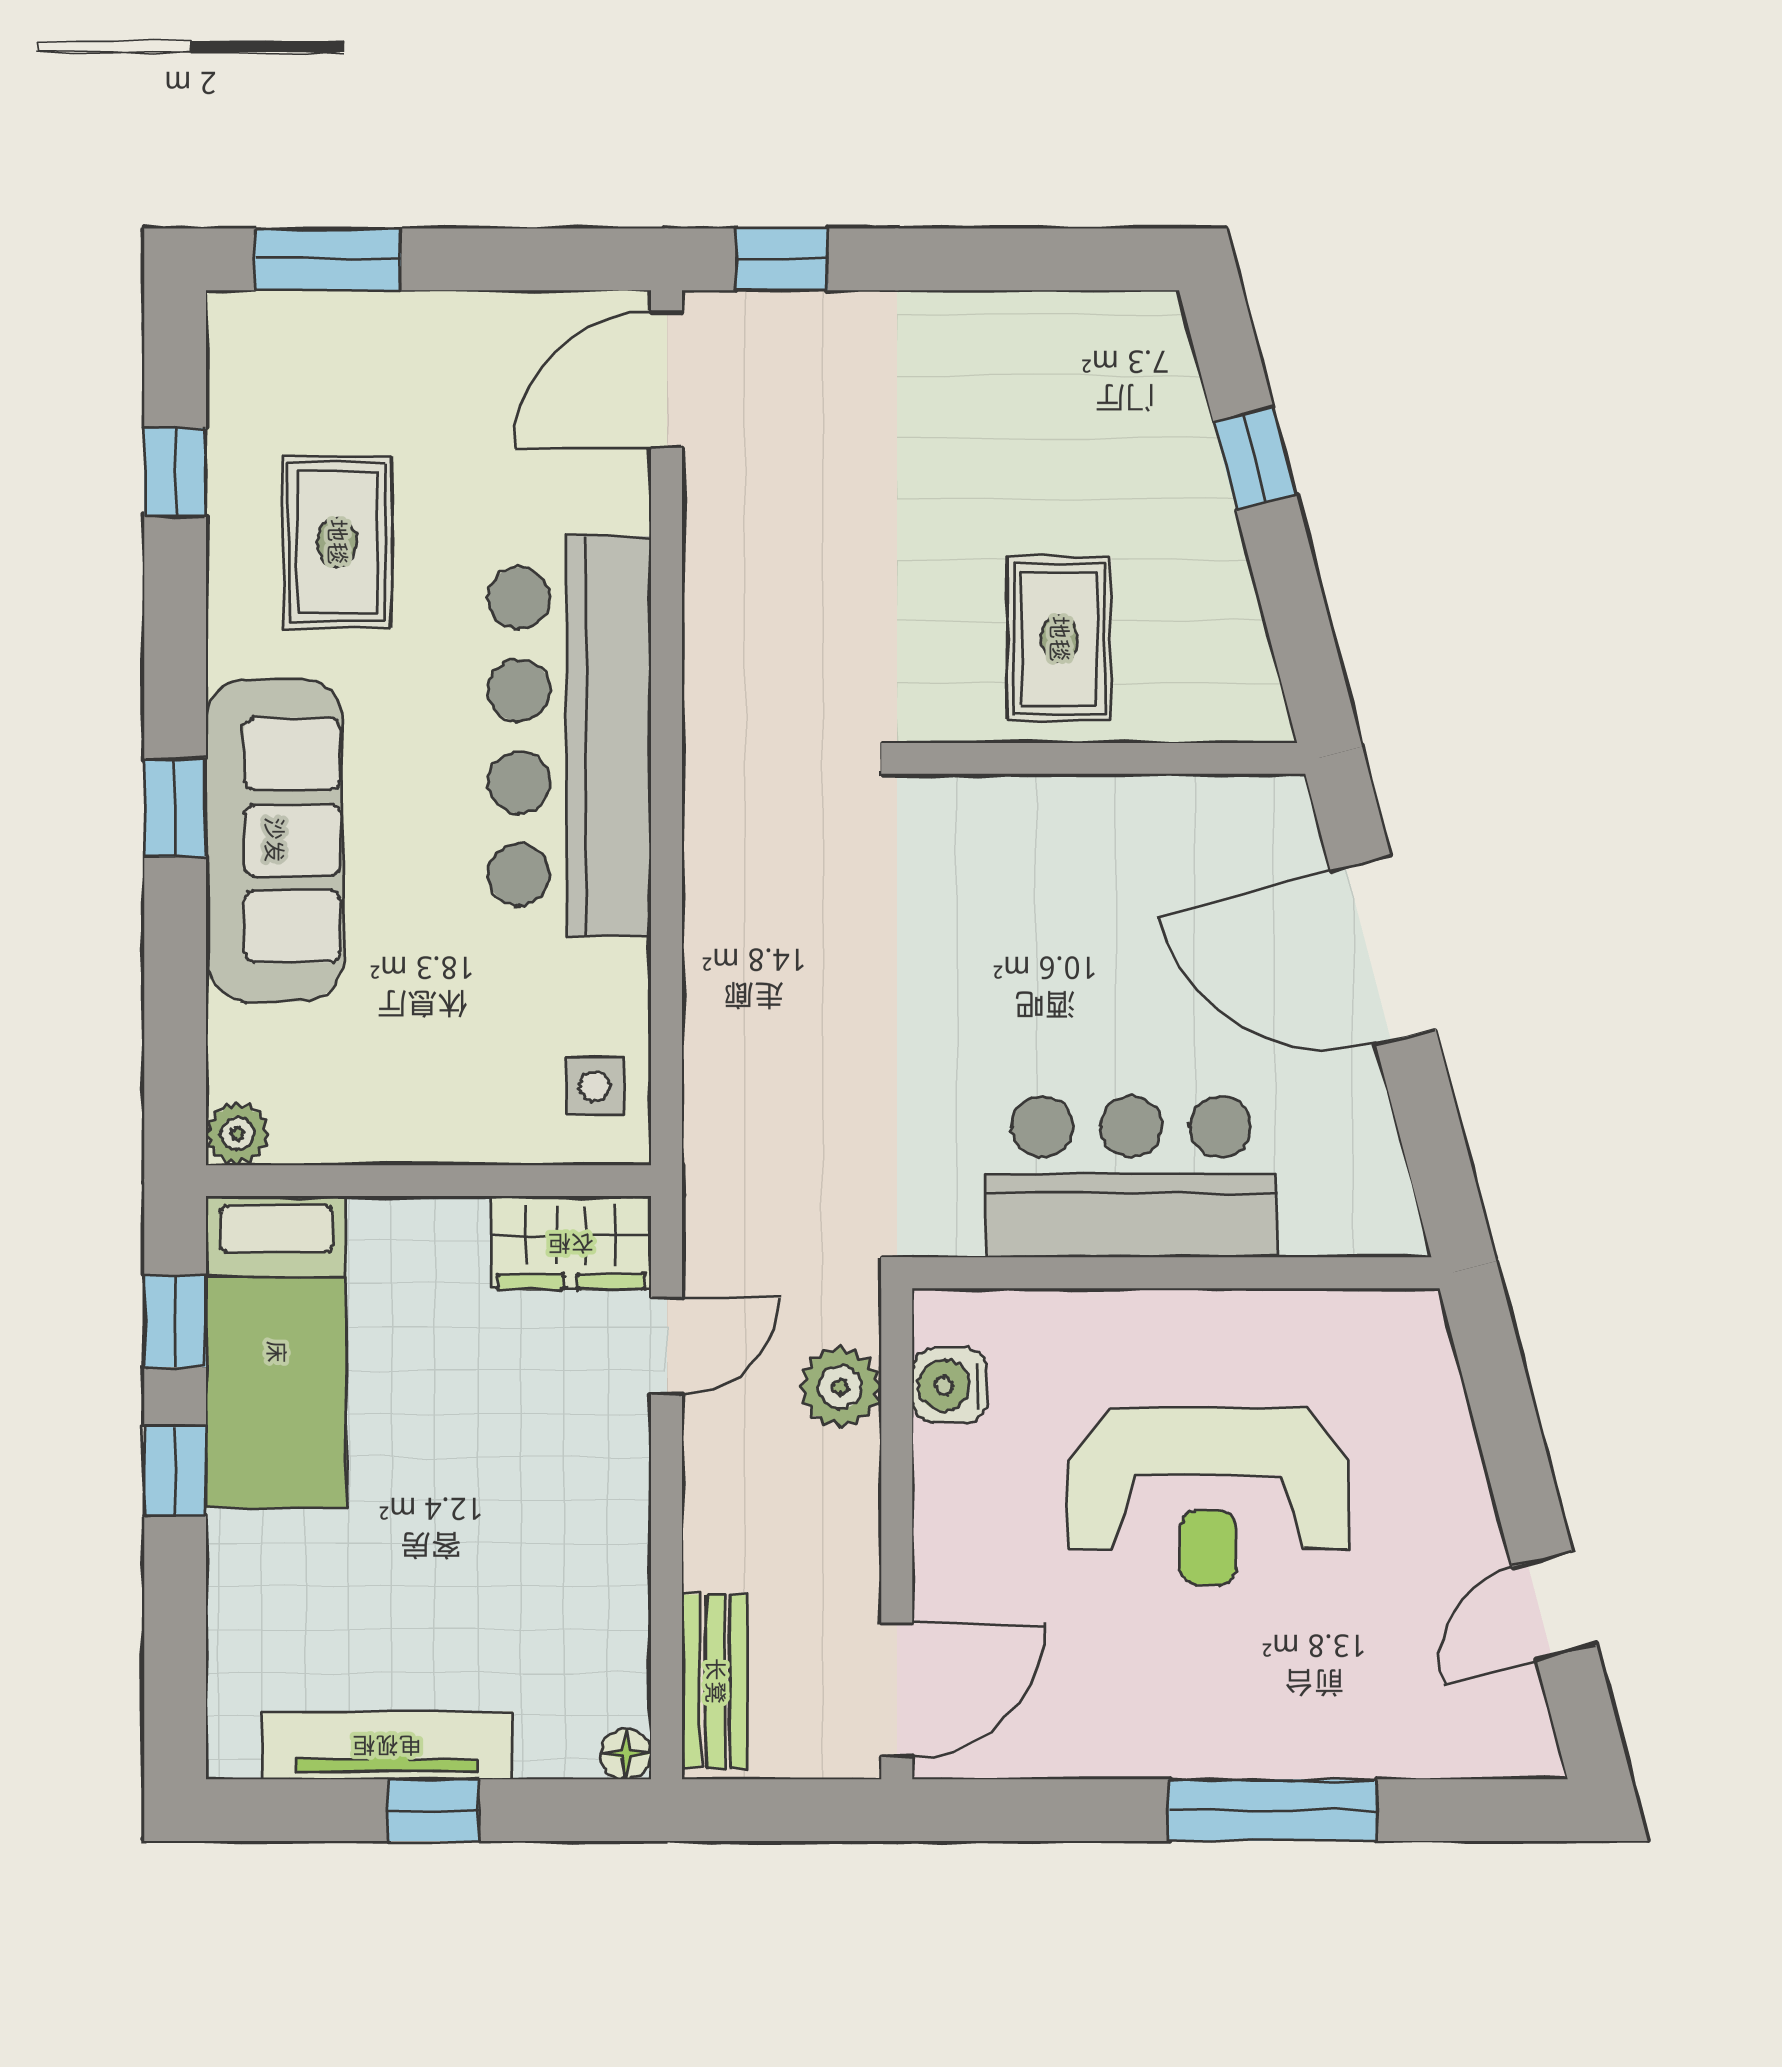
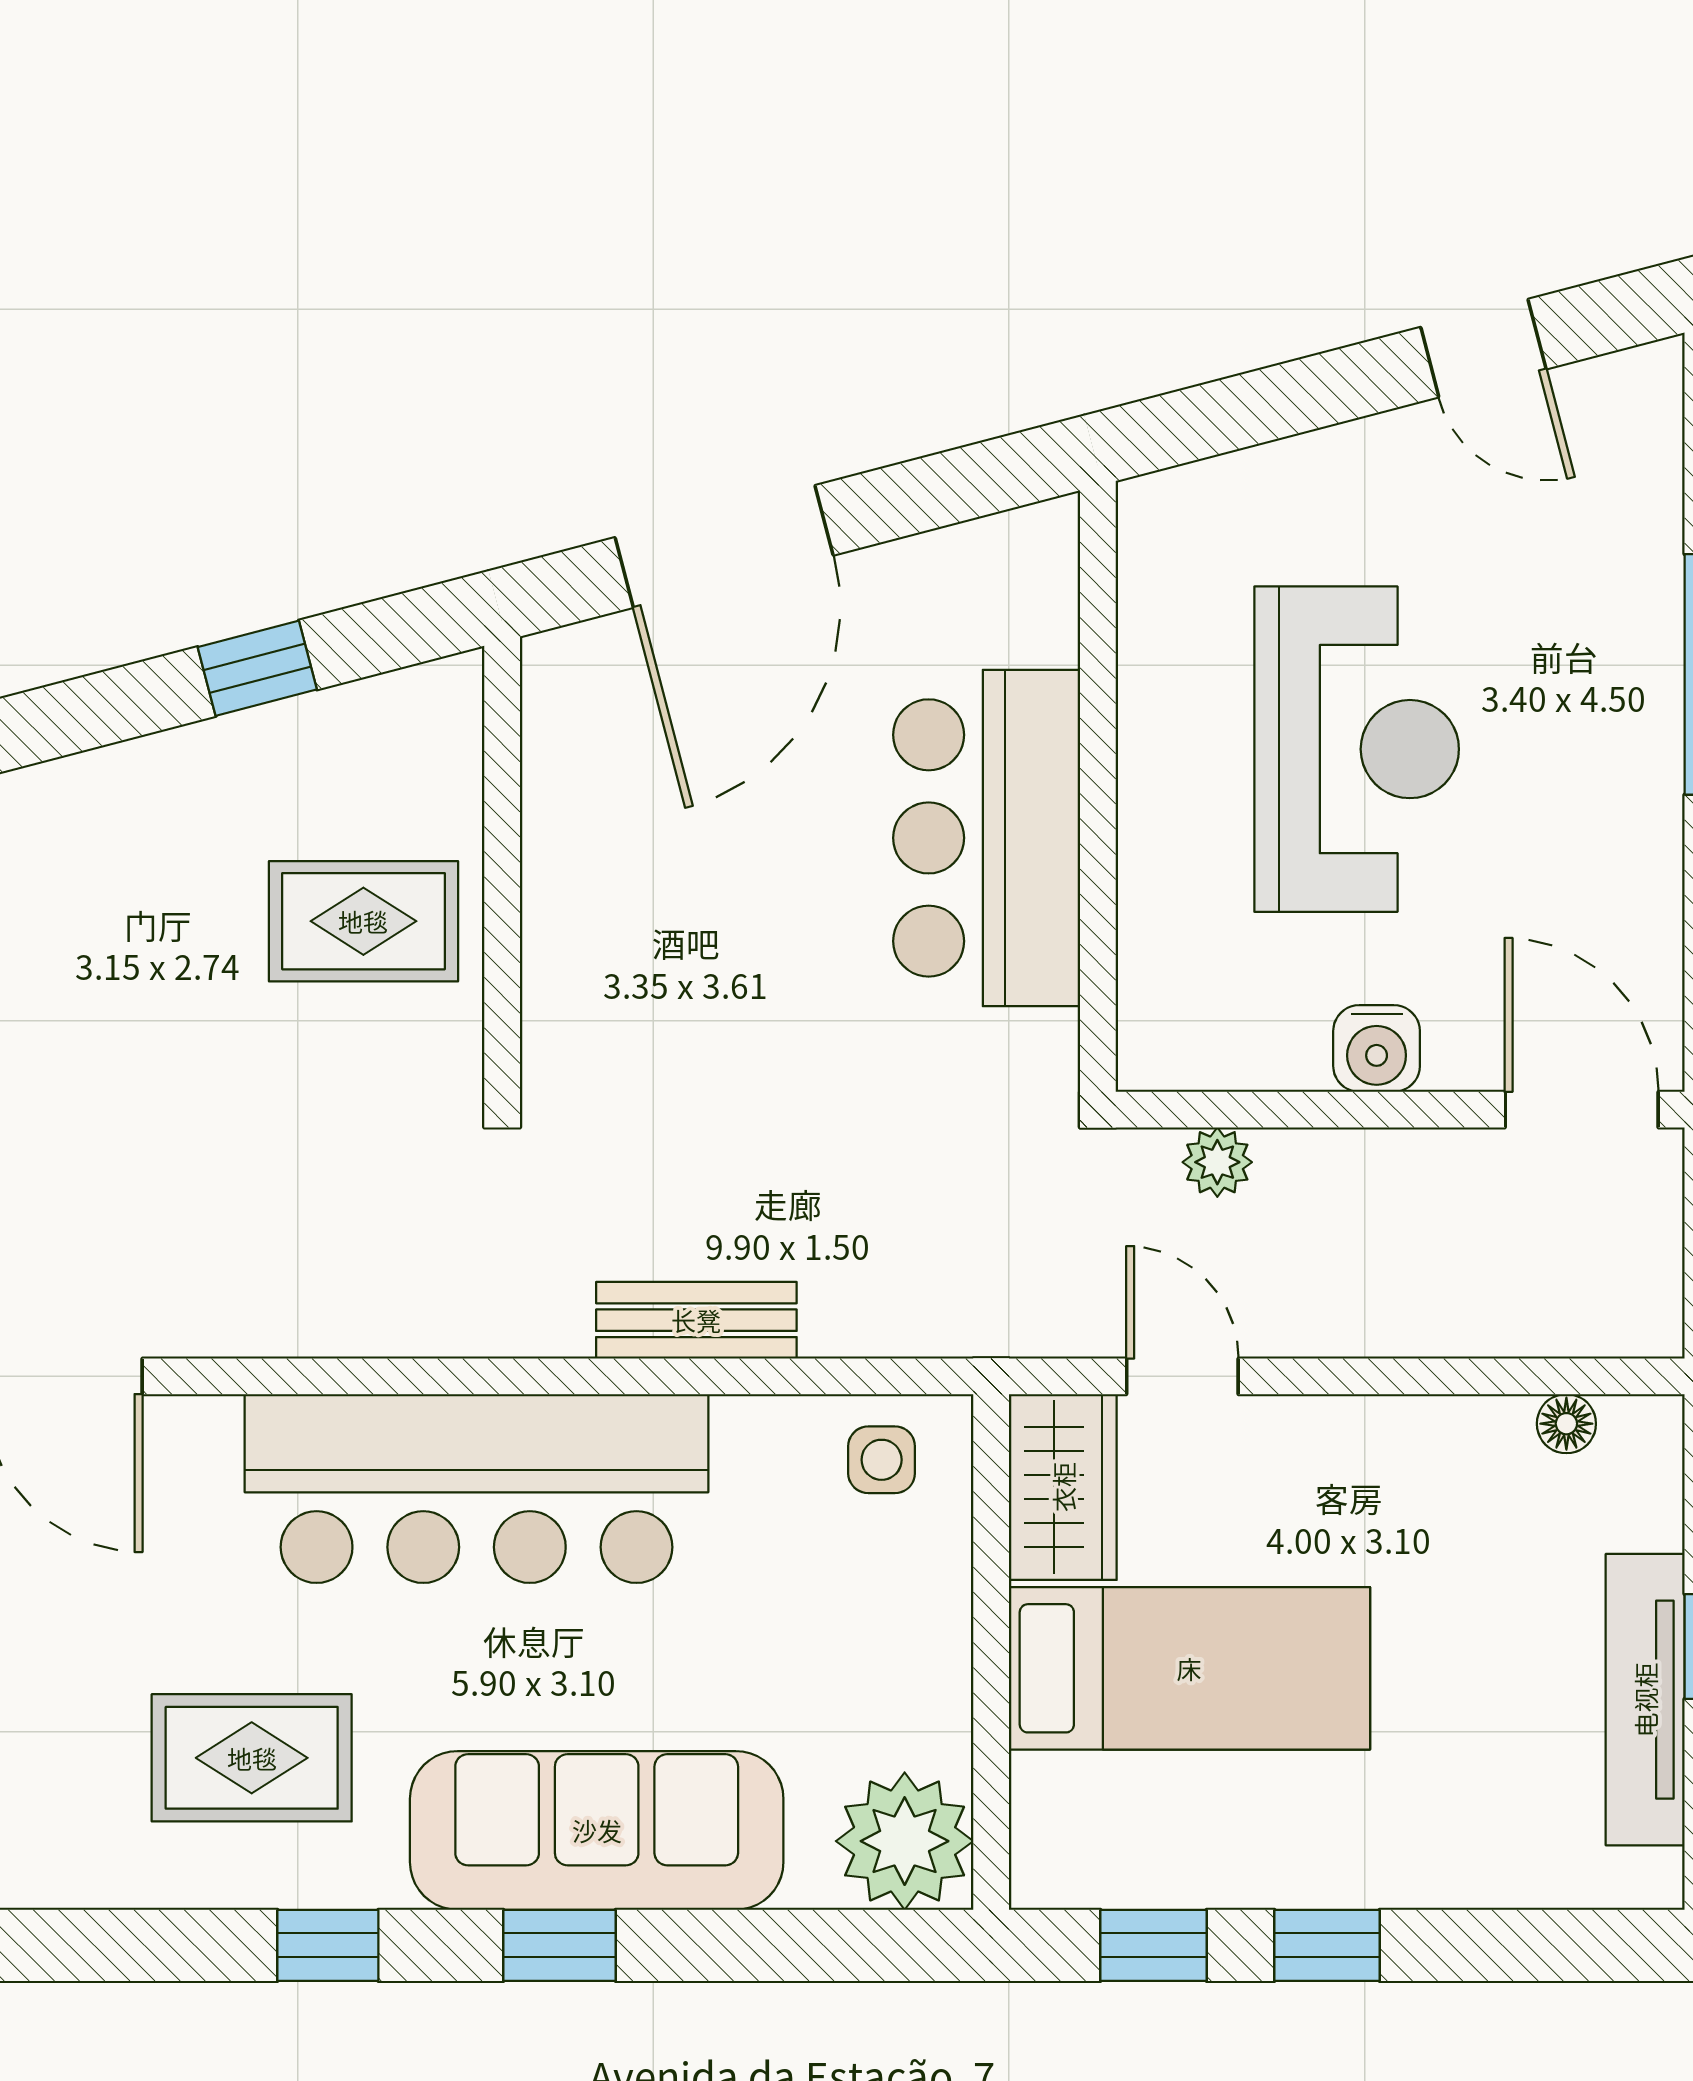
window: (1255, 458) -> (257, 668), moved
window: (175, 472) -> (328, 1945), moved
plant: (238, 1134) -> (905, 1841), width x1.88, depth x1.88
bed: (276, 1352) -> (1189, 1668), moved
water cooler: (950, 1385) -> (1377, 1048), moved
plant: (840, 1387) -> (1217, 1162), width x0.73, depth x0.73
bench: (715, 1681) -> (696, 1320), moved
floor lamp: (626, 1754) -> (1566, 1424), moved

